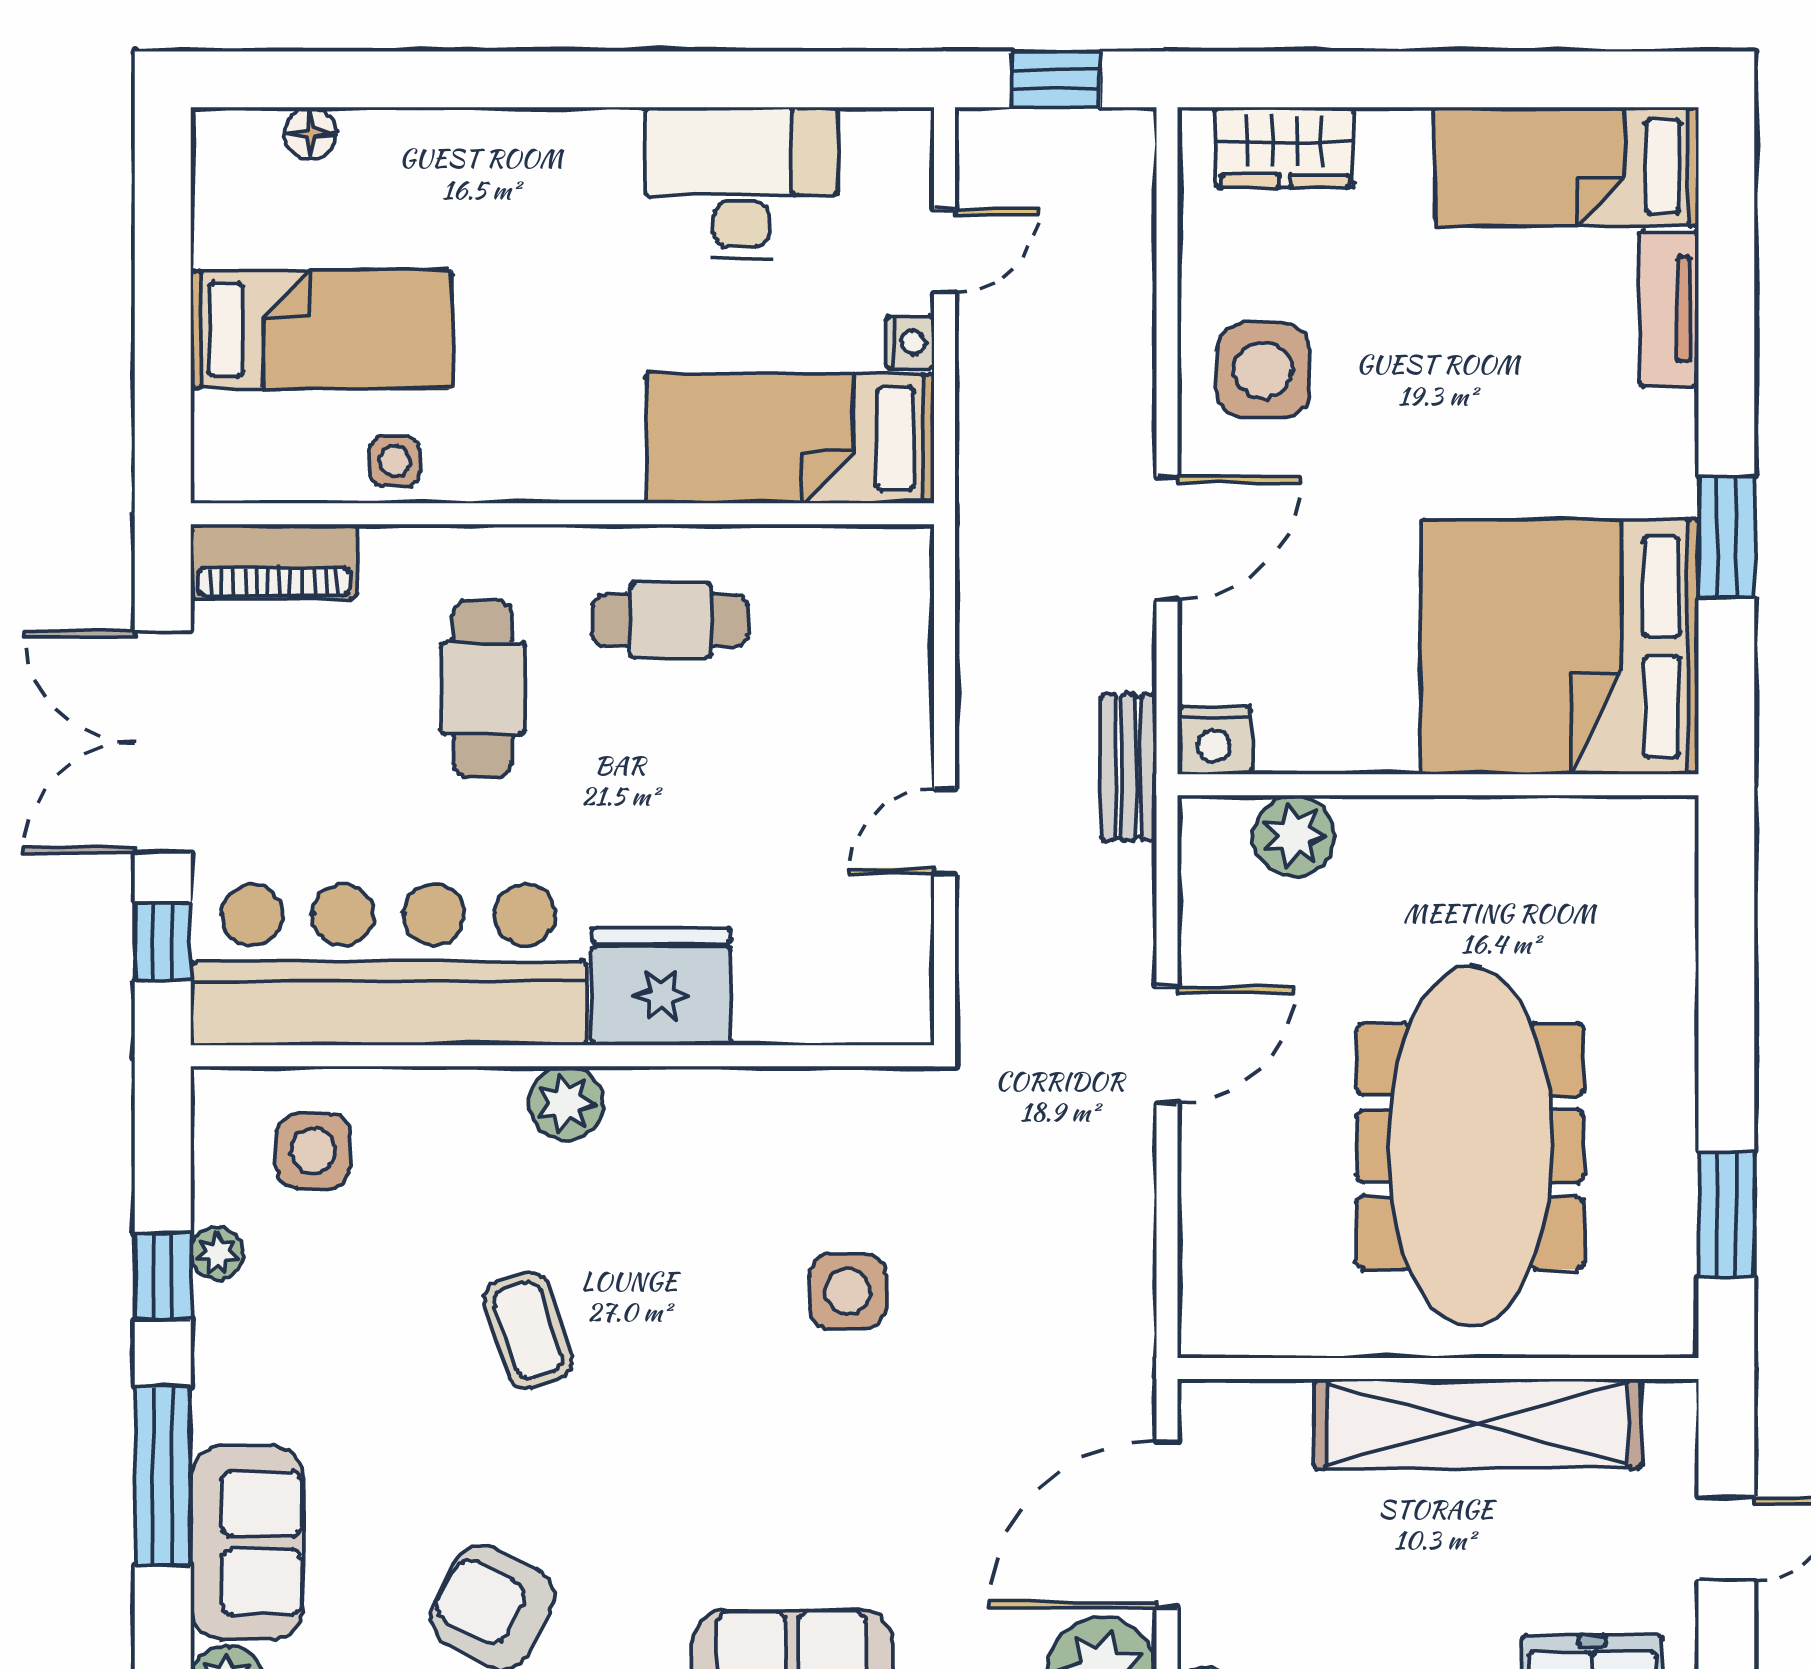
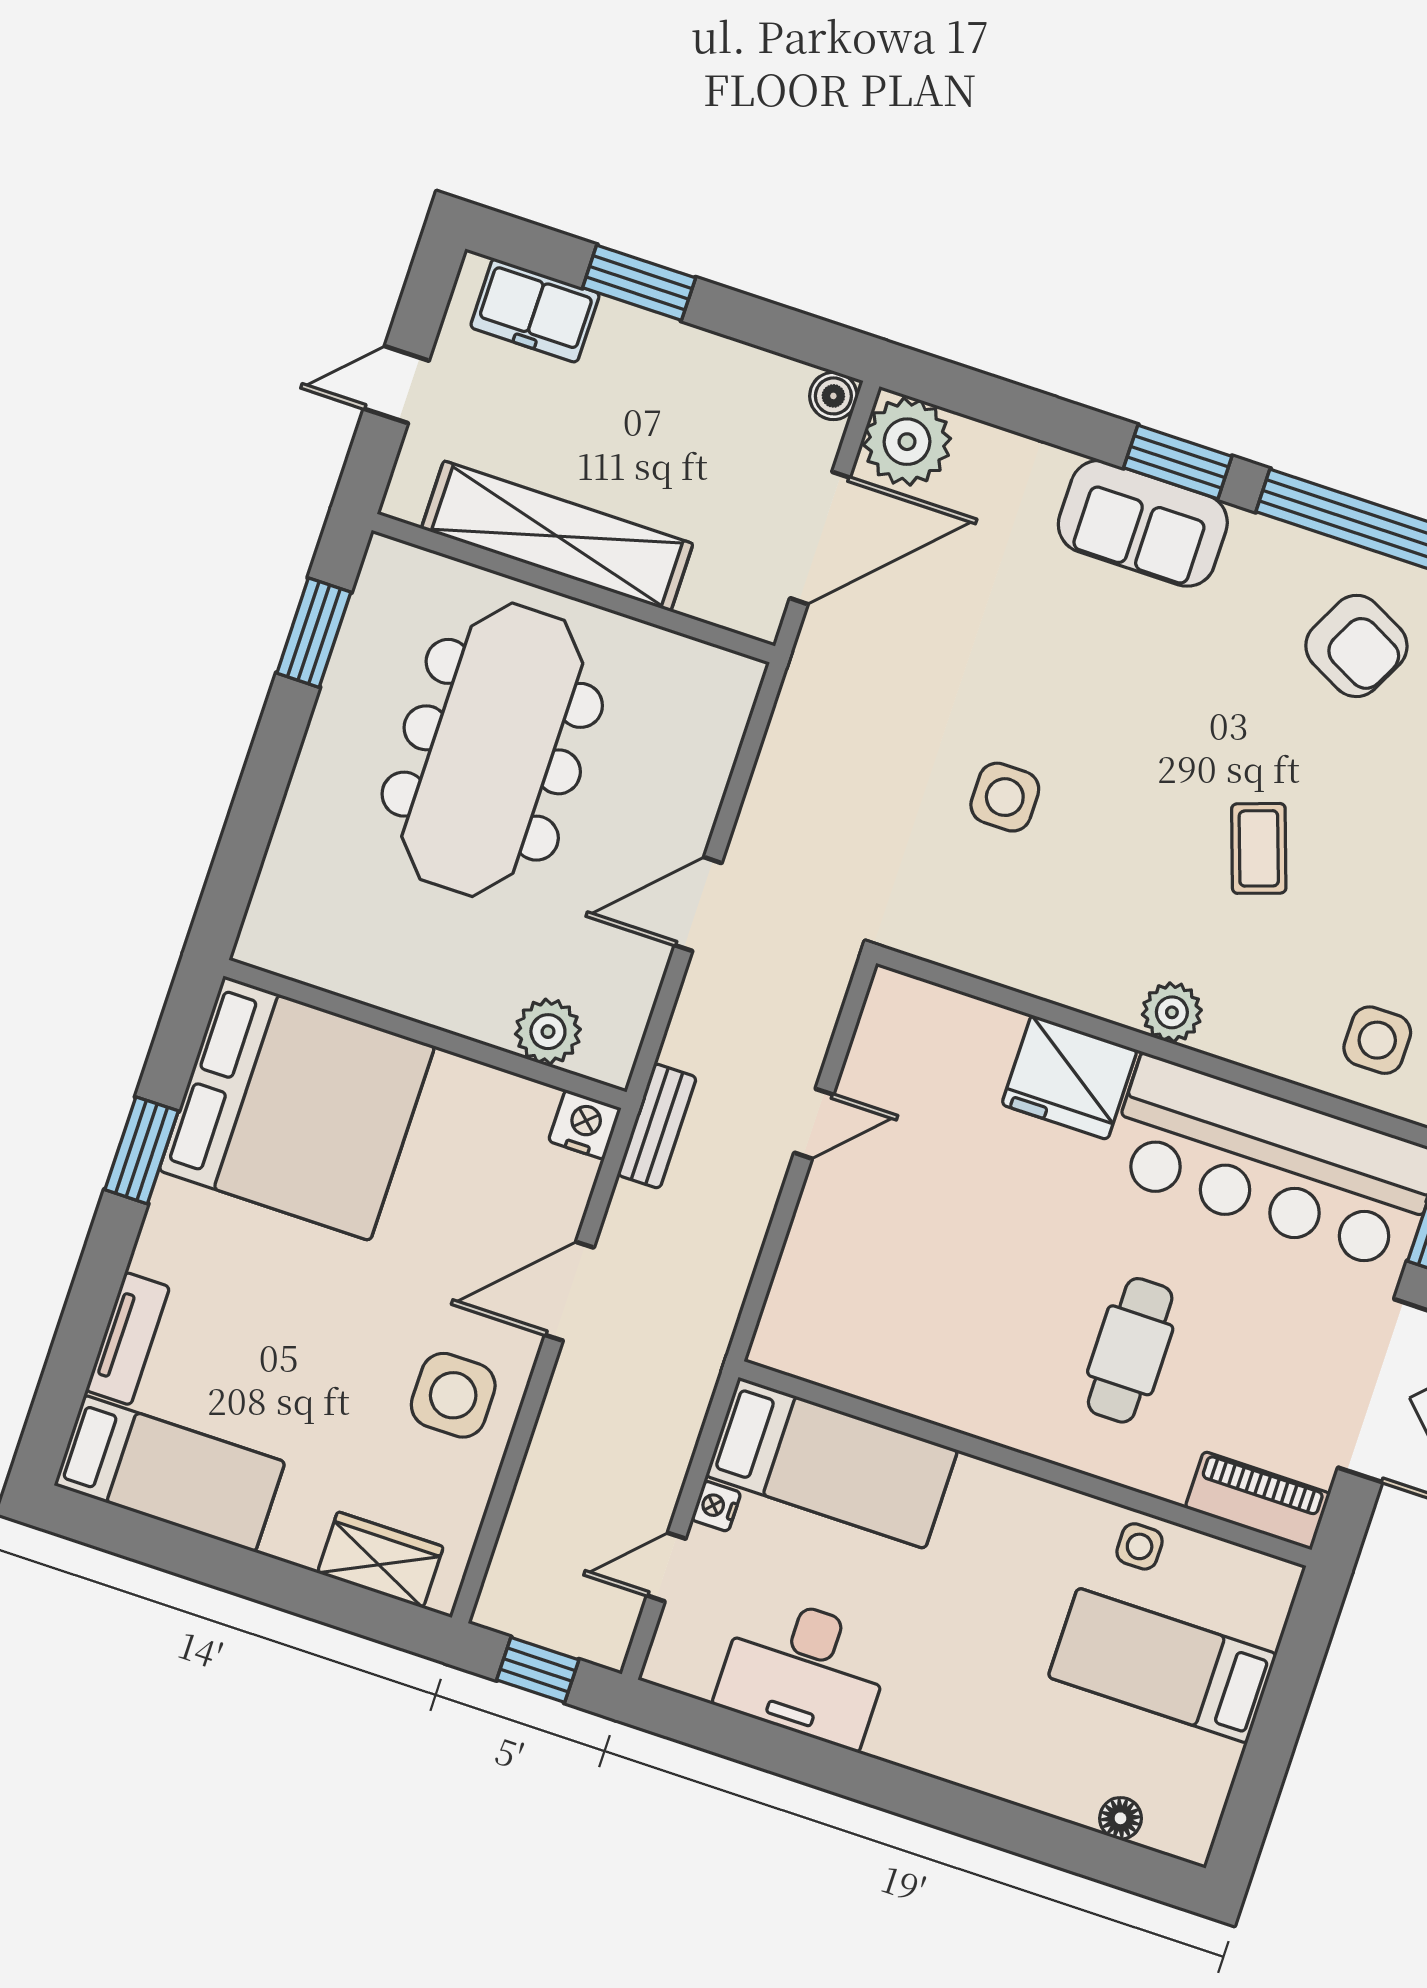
cafe table: (671, 620) -> (969, 1355), removed

